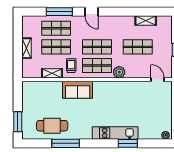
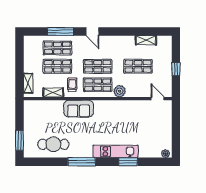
shelving: (26, 48) -> (28, 83), moved
window: (66, 143) -> (82, 162), moved

